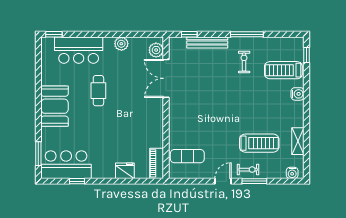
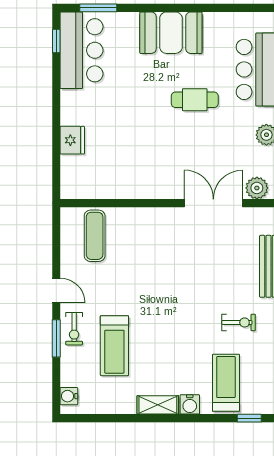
shelving: (298, 141) -> (158, 405), moved
piano: (157, 163) -> (84, 189), removed
window: (77, 181) -> (56, 41), moved

